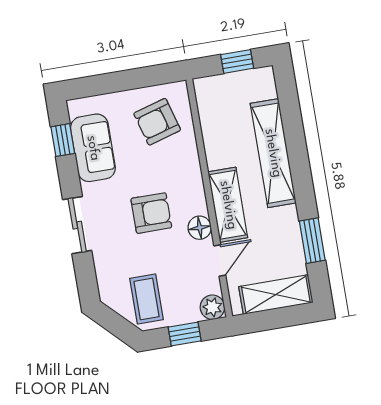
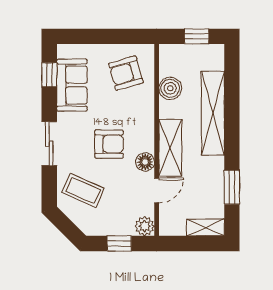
boiler: (215, 131) -> (170, 88), added
shelving: (276, 295) -> (205, 227), width x0.67, depth x0.75
coffee table: (147, 299) -> (83, 190), moved, turned -66

